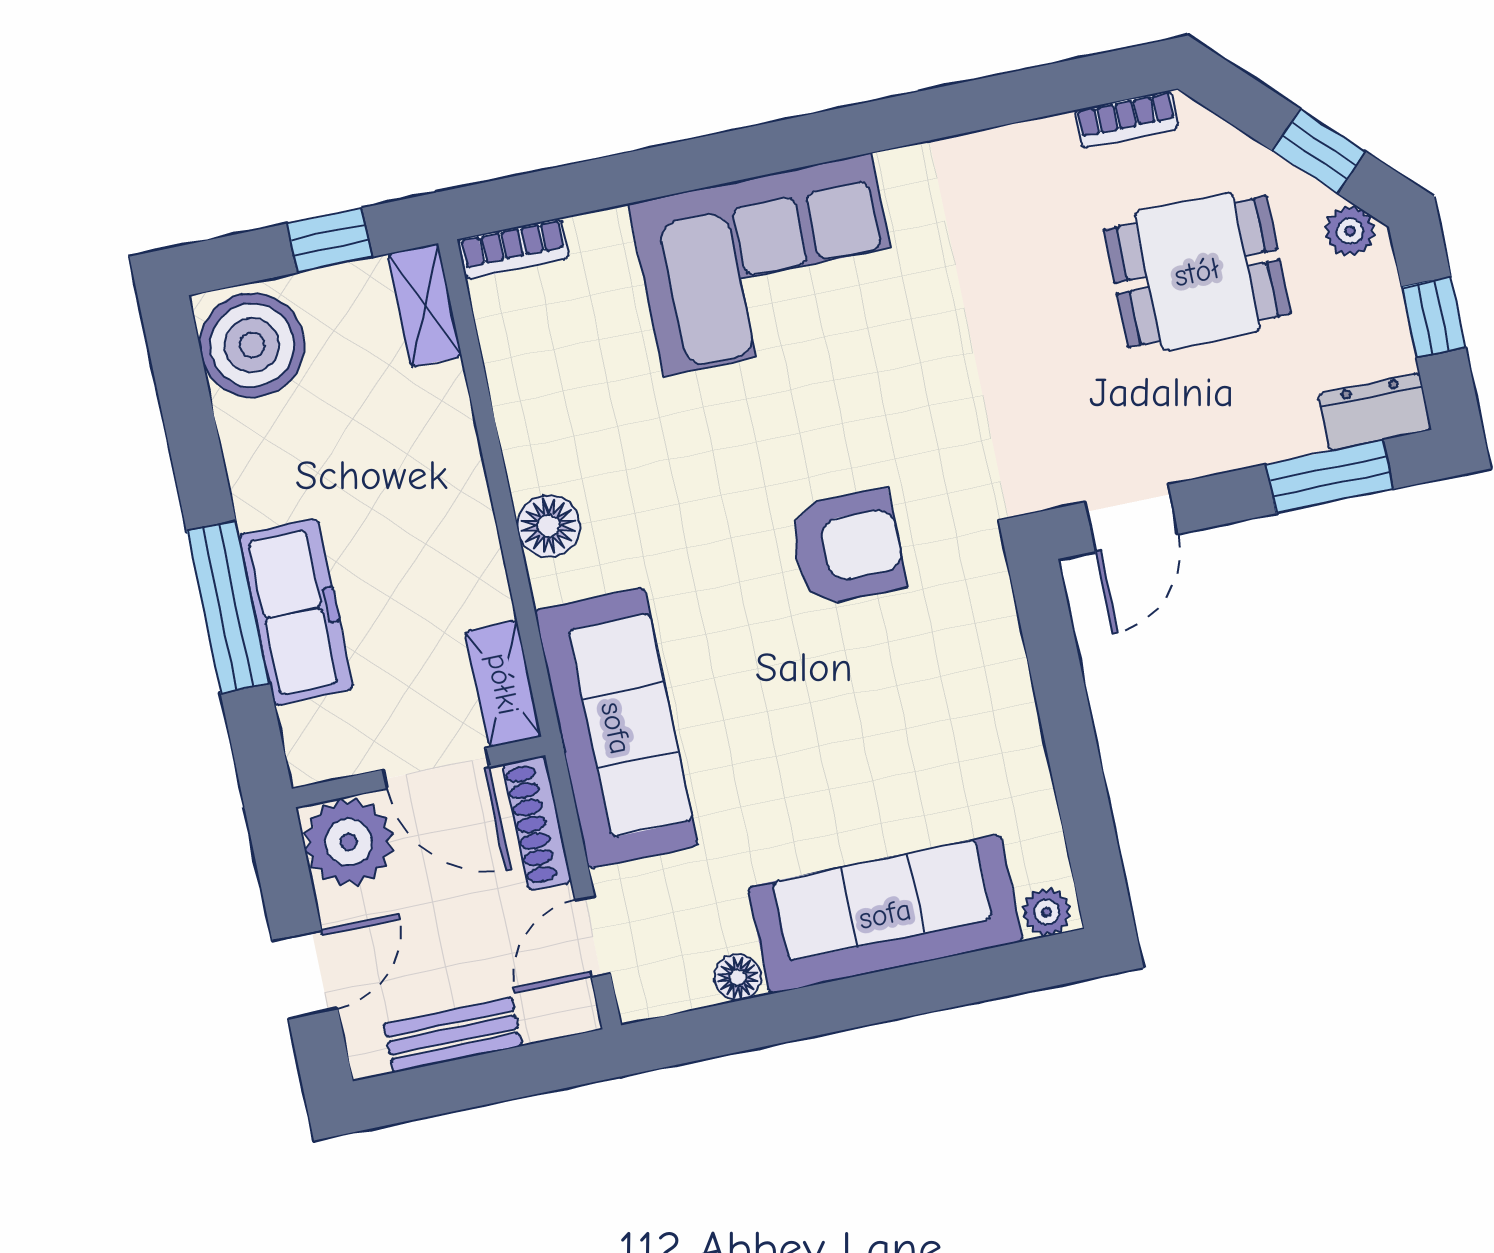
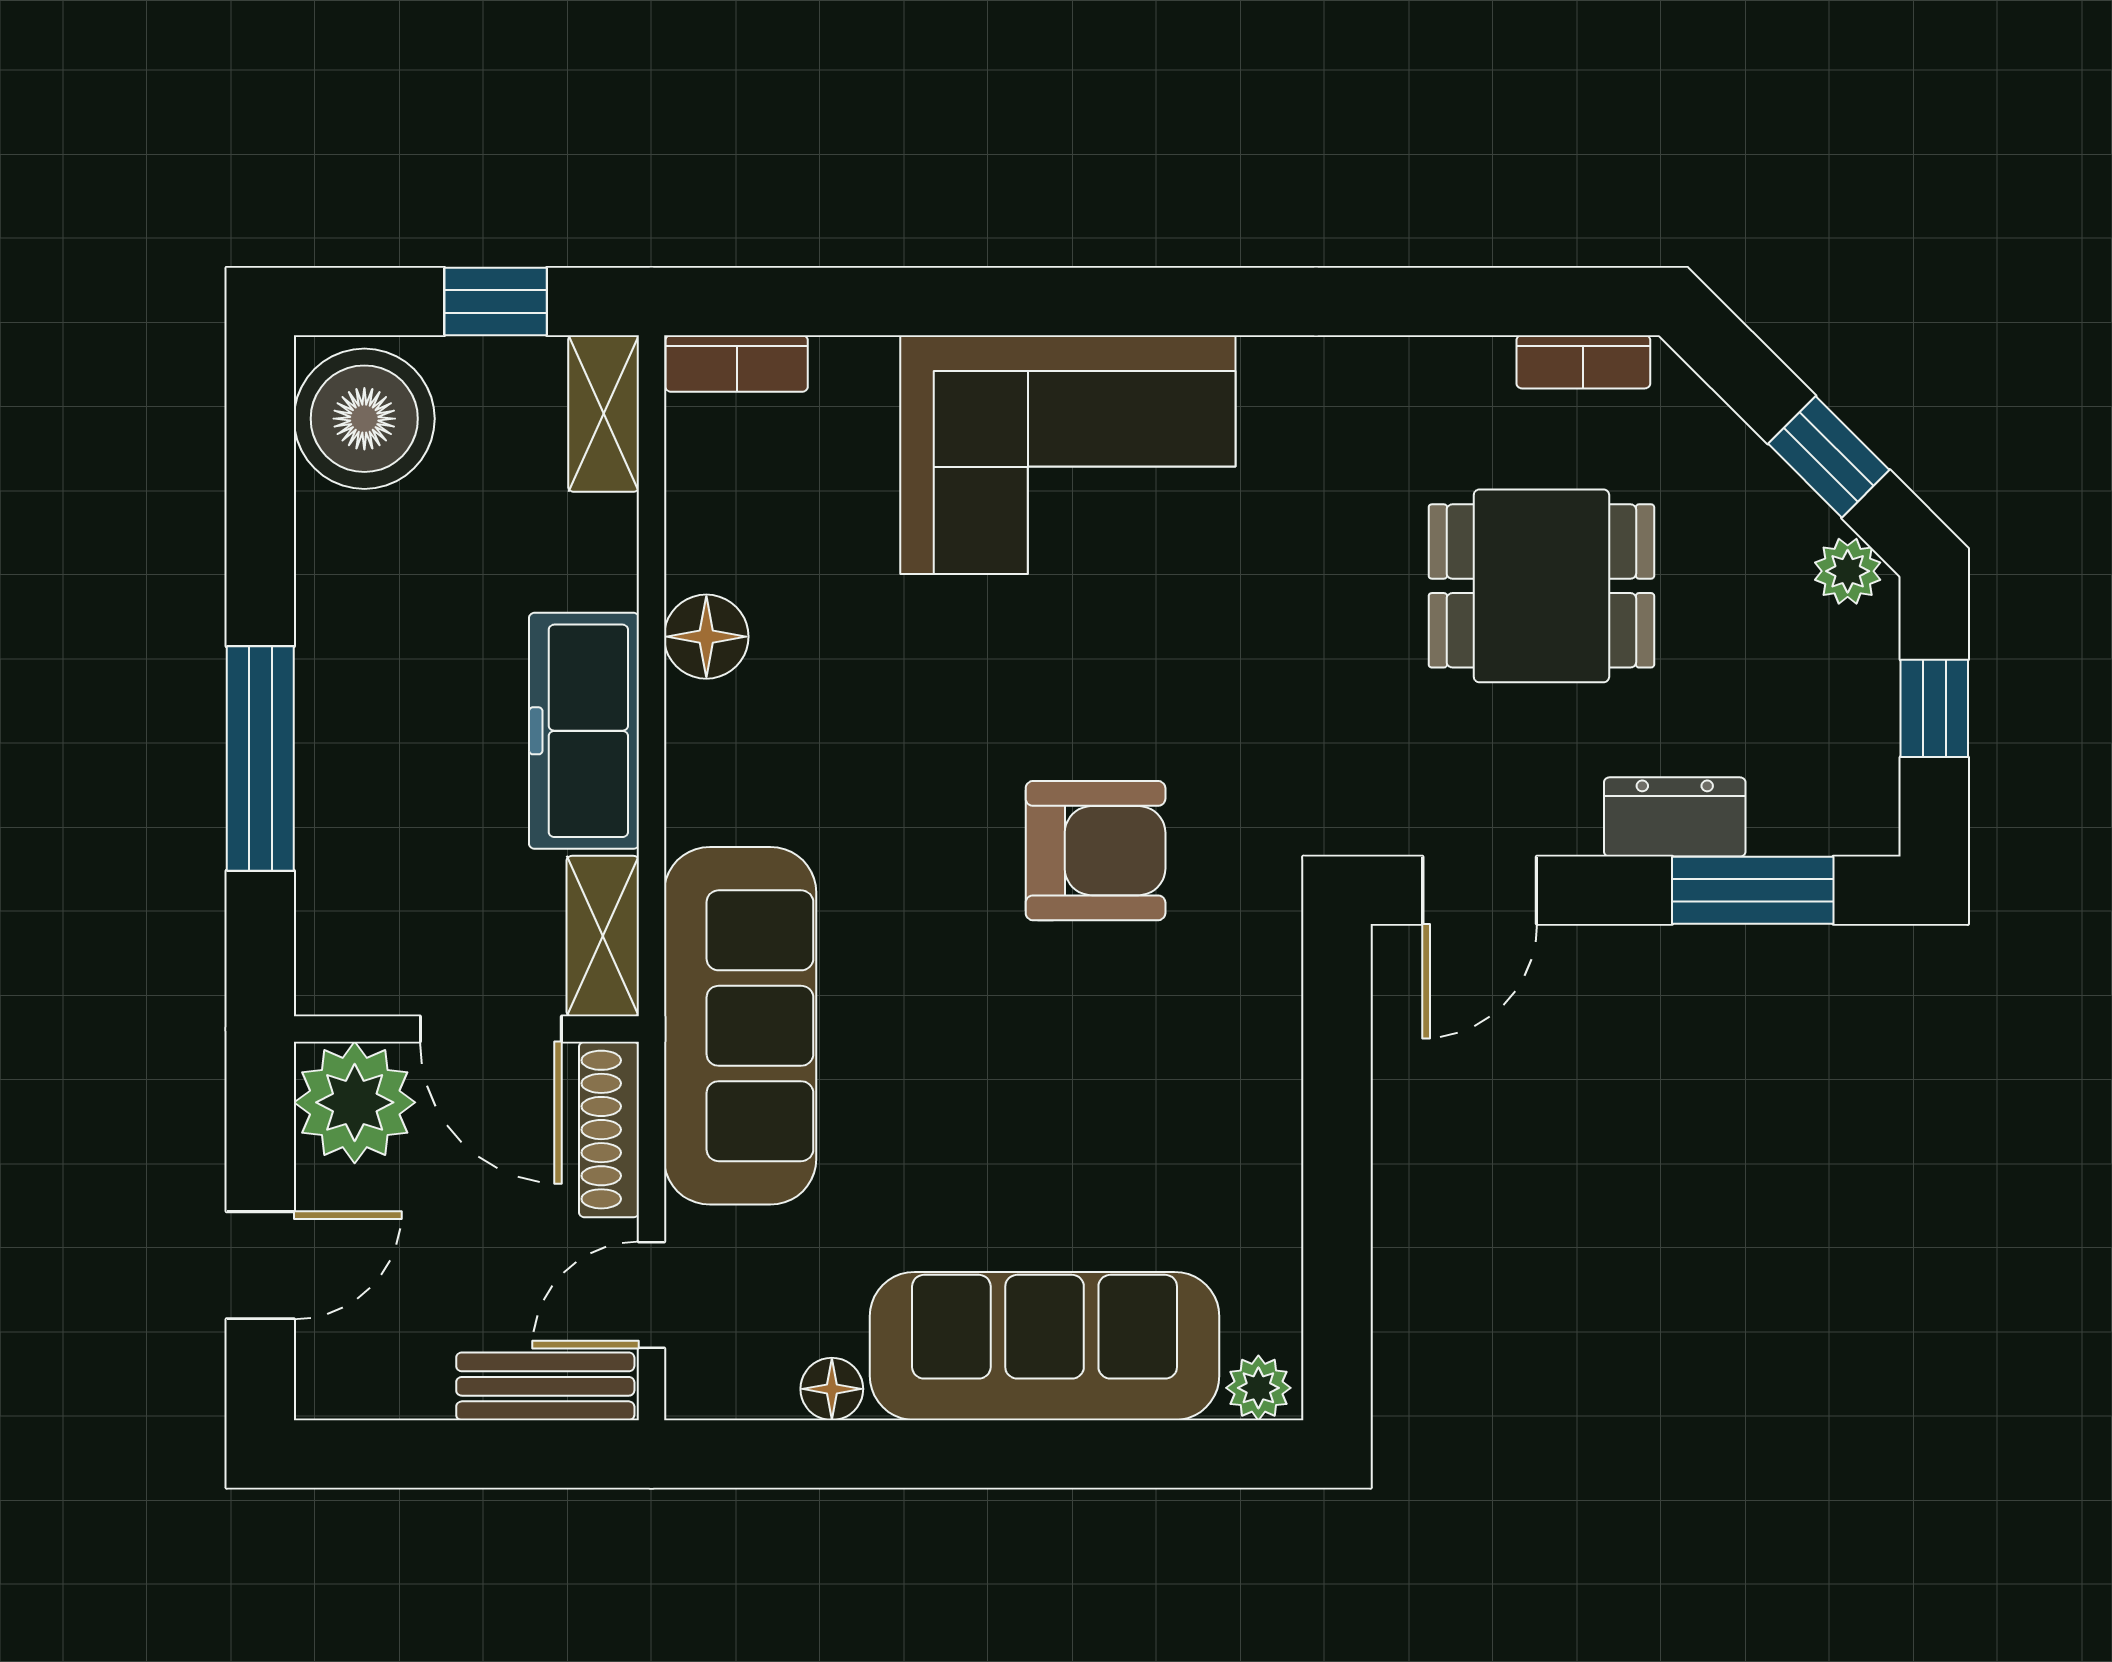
dining table: (1197, 272) -> (1541, 586), moved
dresser: (1374, 412) -> (1675, 817), moved
floor lamp: (548, 526) -> (706, 637), moved
freezer: (296, 612) -> (584, 731), moved, turned 180
bench: (453, 1035) -> (545, 1386), moved

